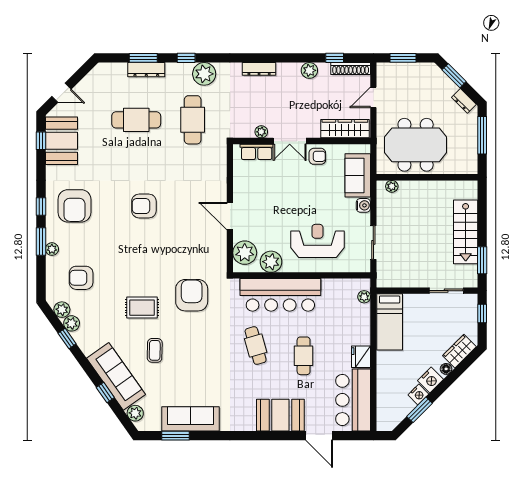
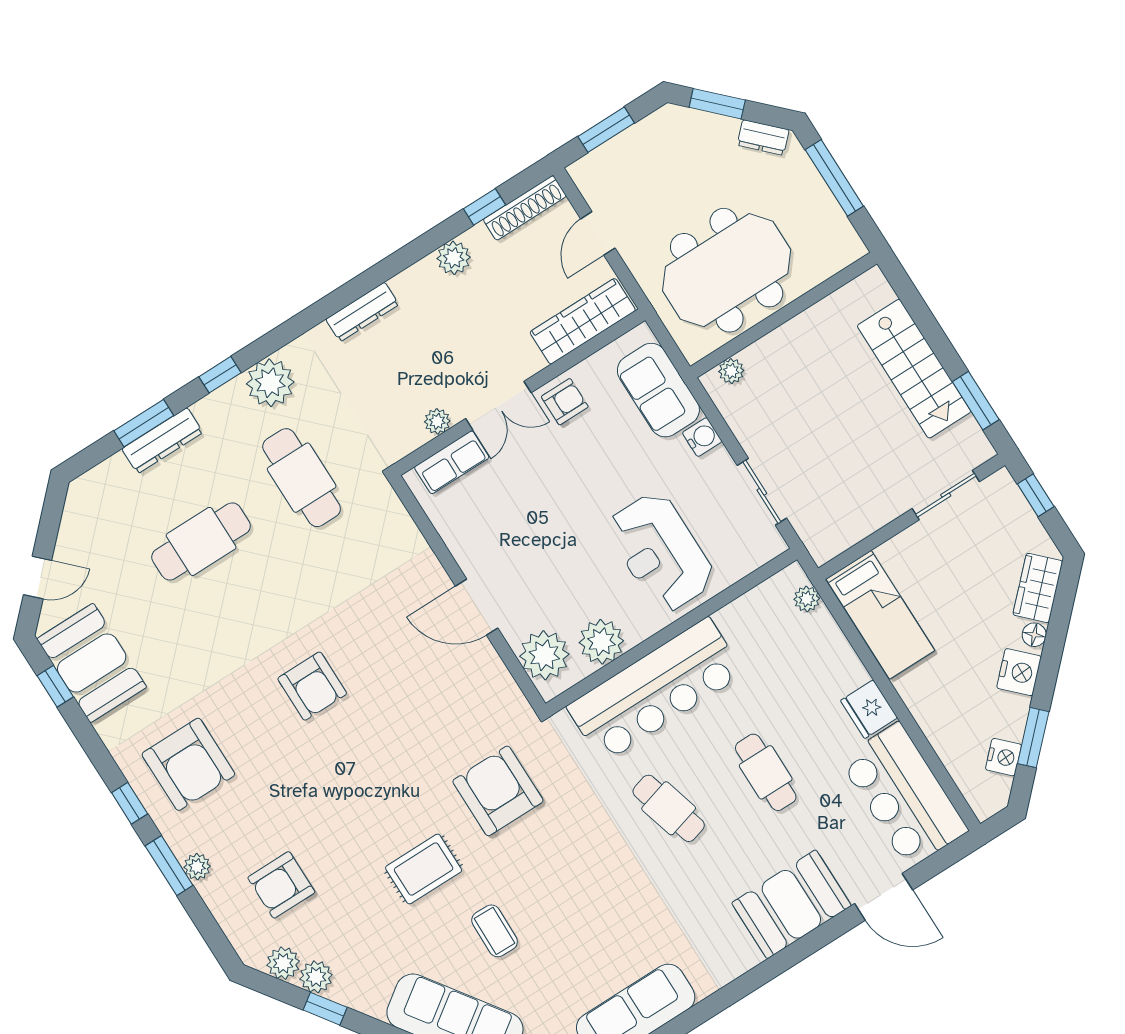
armchair: (144, 206) -> (312, 686), turned -90
reception desk: (317, 241) -> (661, 552), turned -90
nightstand: (418, 394) -> (1004, 757), moved

